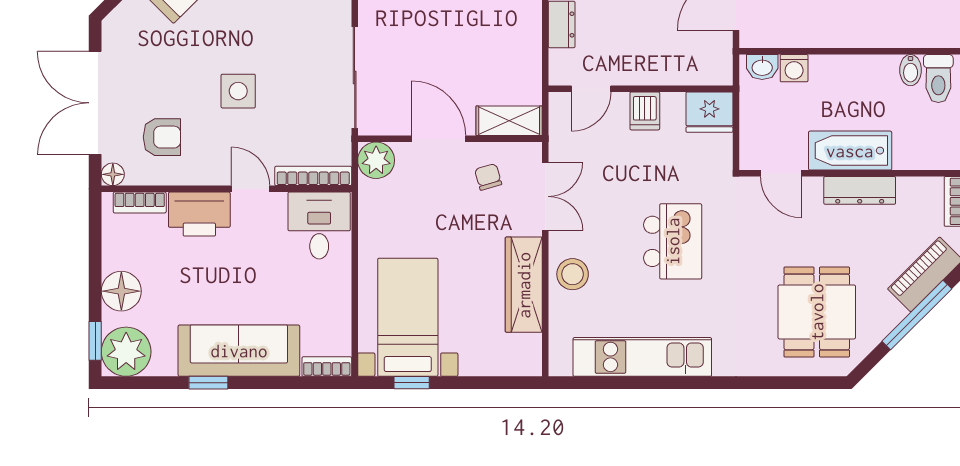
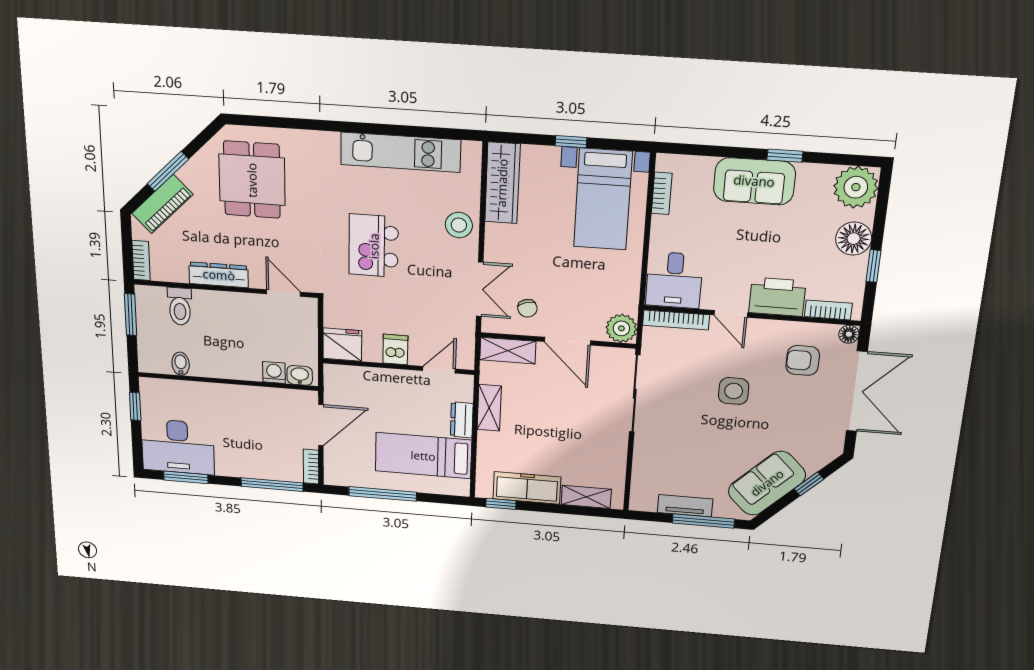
shelving: (529, 44) -> (489, 408), added
toilet: (938, 79) -> (180, 306), moved, turned 180
bathtub: (850, 151) -> (227, 306), removed
double door: (545, 196) -> (480, 289), swing flipped
wardrobe: (524, 285) -> (502, 183), moved
window: (917, 315) -> (168, 171), width x0.69
window: (95, 341) -> (874, 266), moved
sofa: (239, 351) -> (754, 181), width x0.73
bookcase: (327, 367) -> (662, 193), moved, turned -90
window: (412, 383) -> (571, 142), moved

